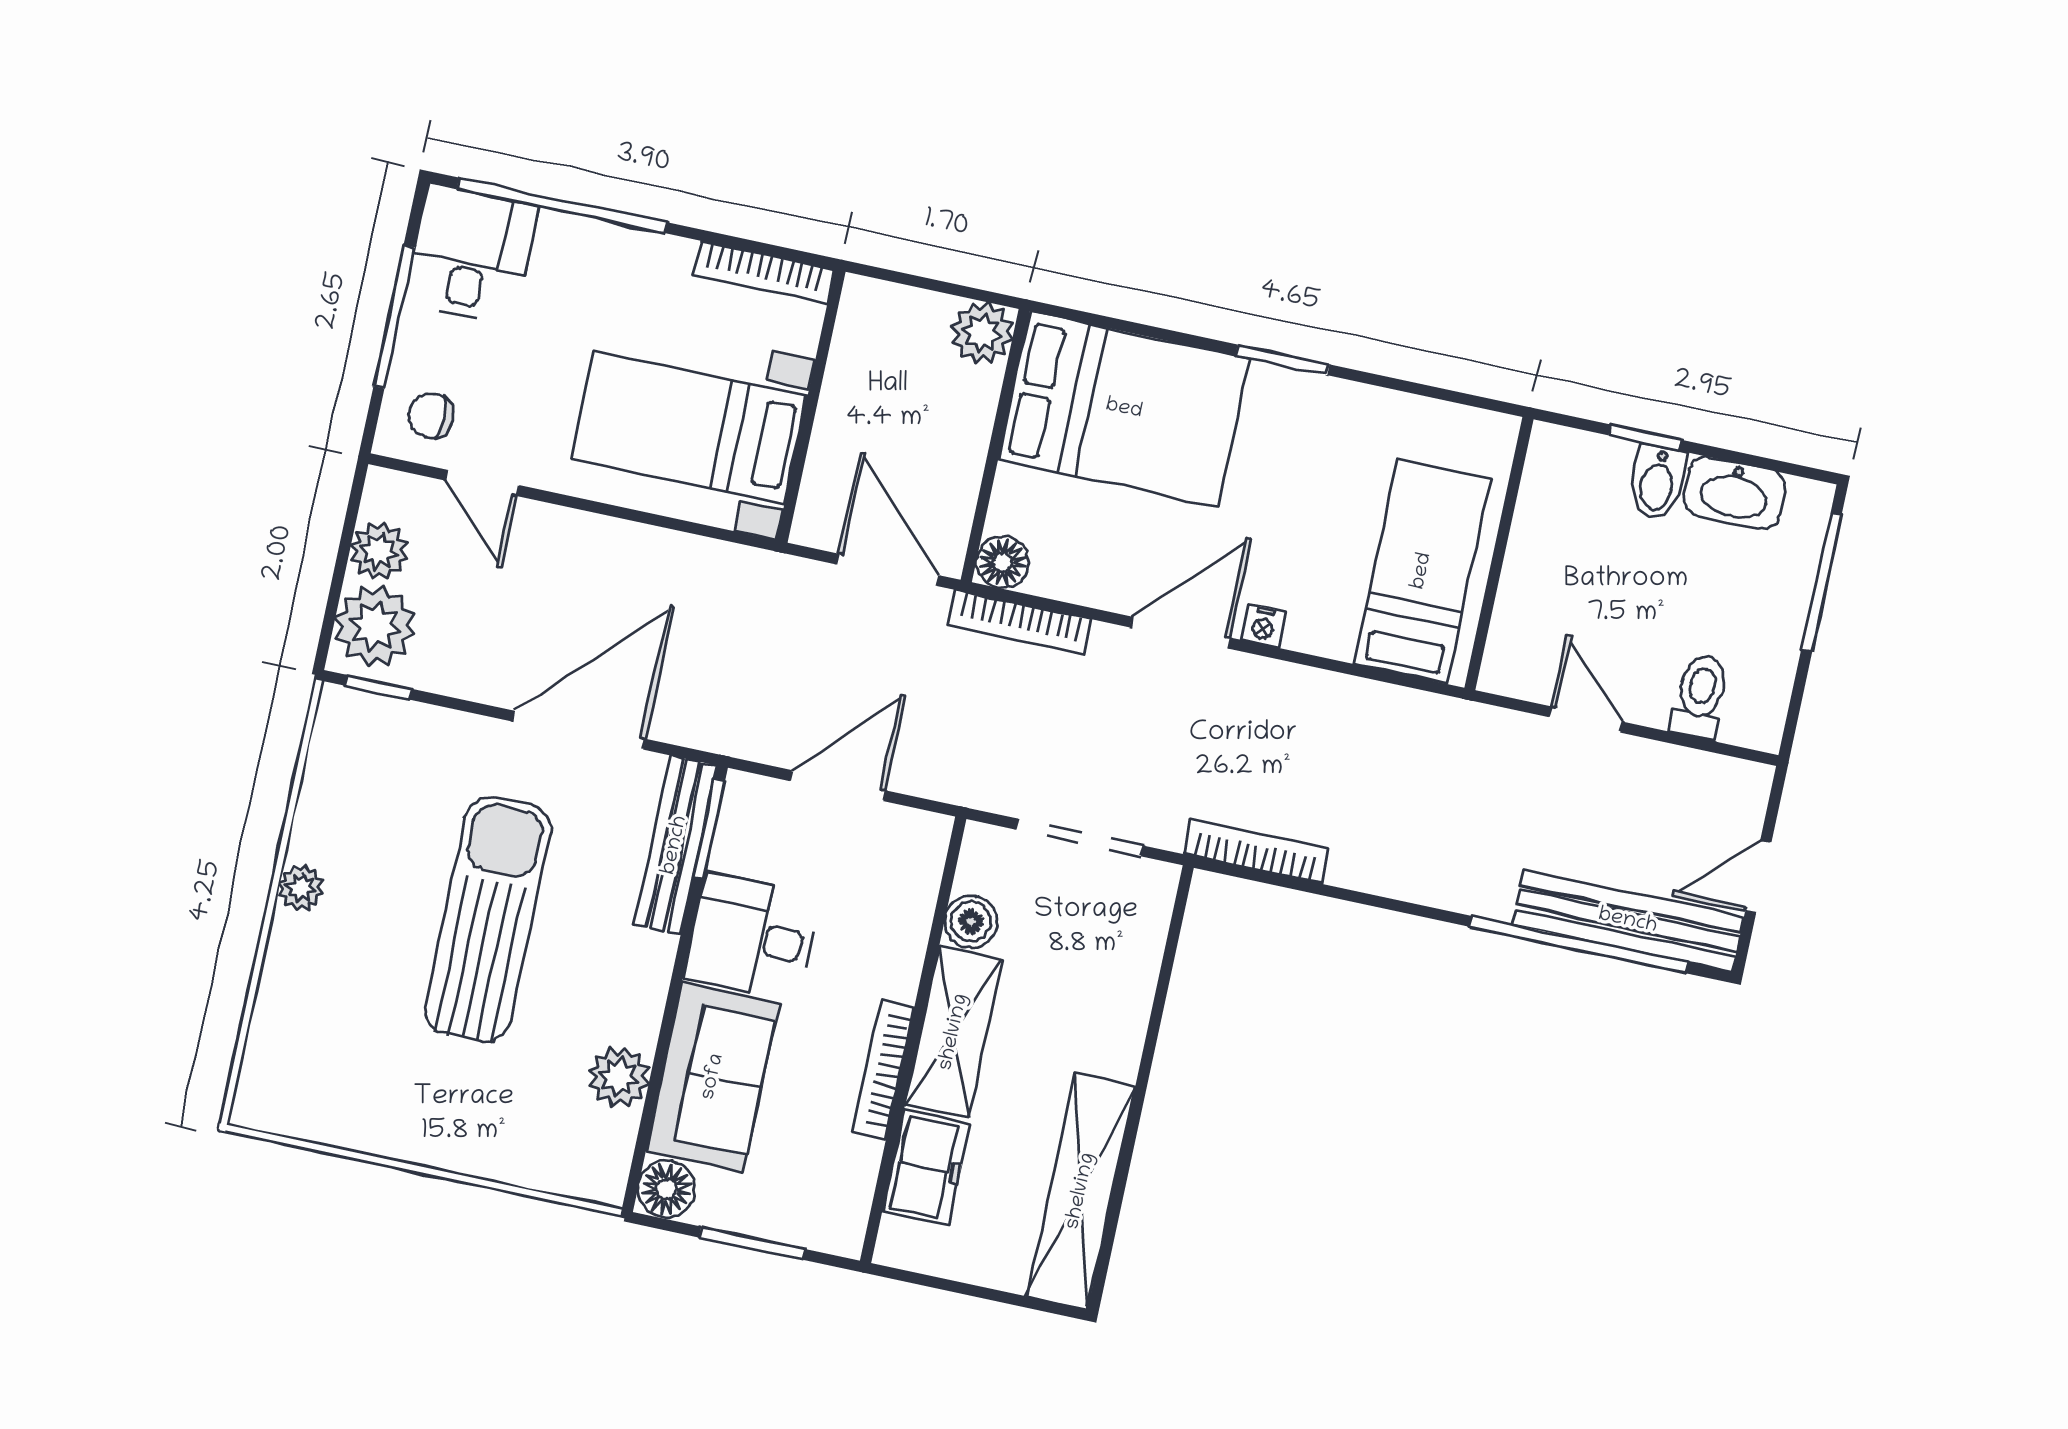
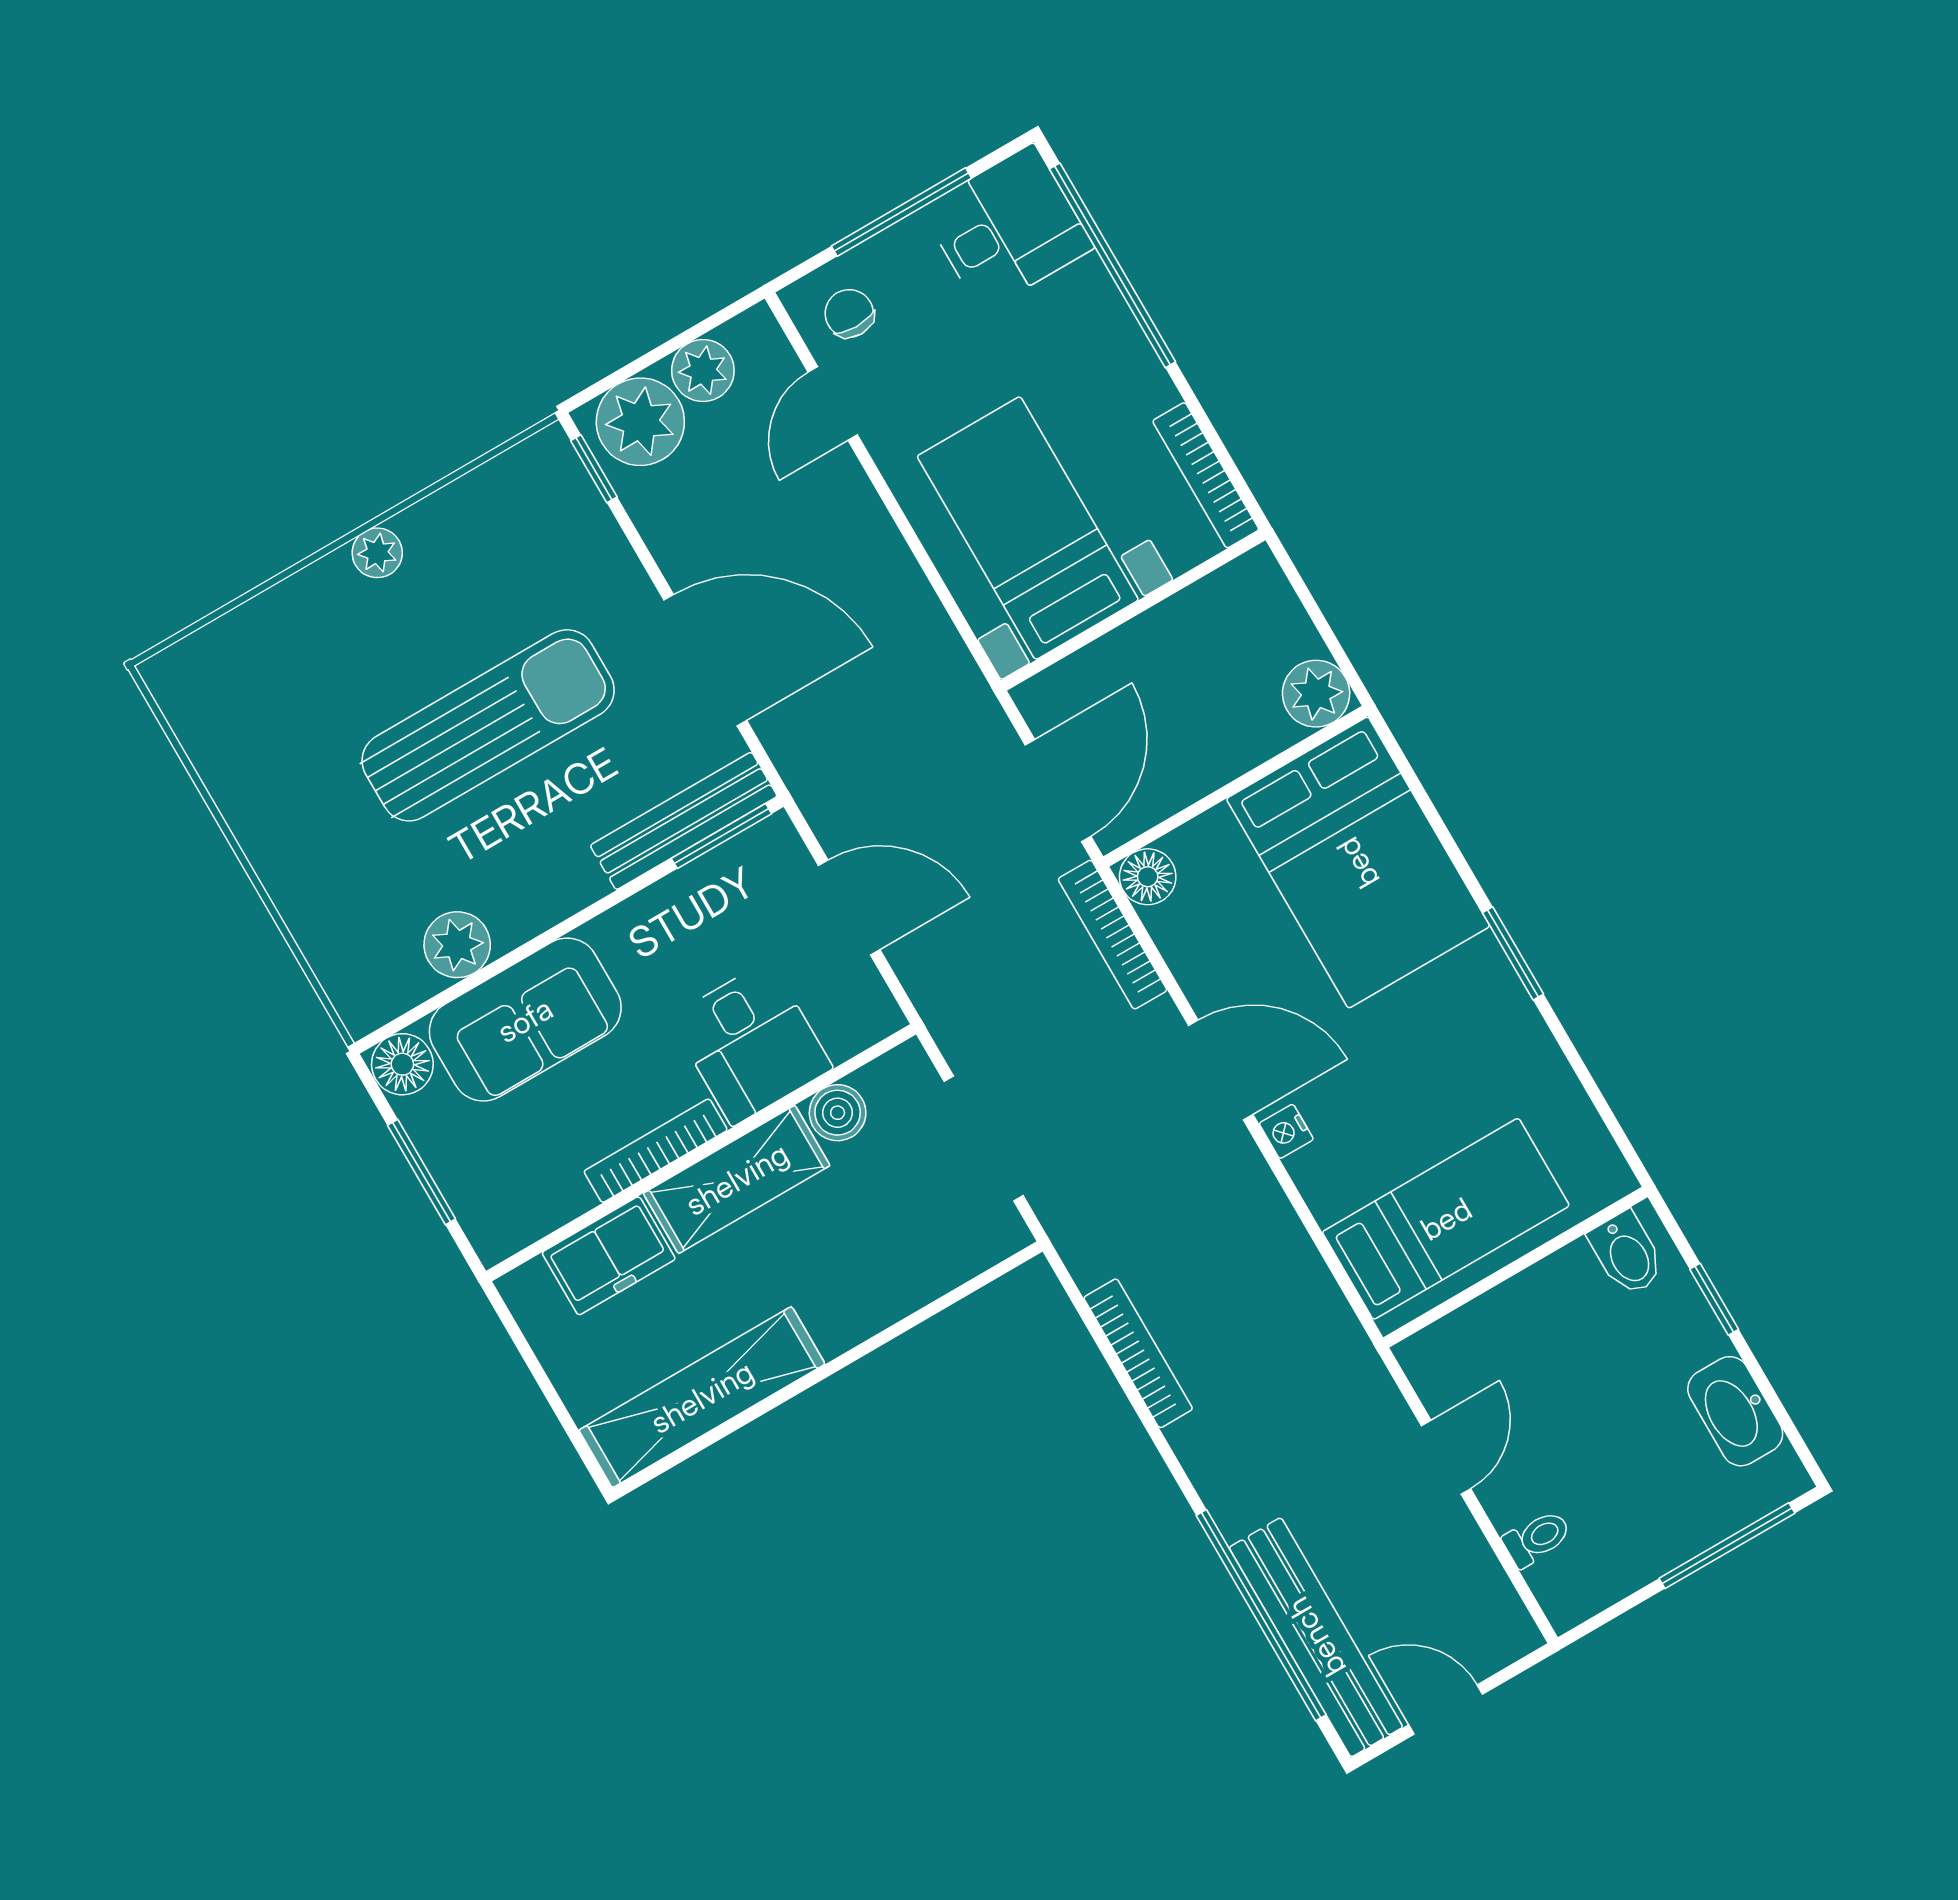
bidet: (1657, 482) -> (1627, 1254), moved, turned -90
toilet: (1700, 697) -> (1537, 1538), width x0.73, depth x0.72
bookcase: (1256, 851) -> (1138, 1353), moved
desk: (752, 937) -> (751, 1043), moved, turned 180

